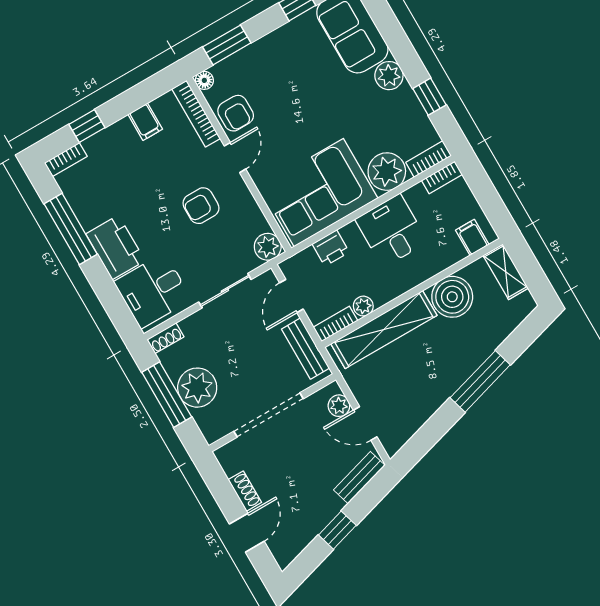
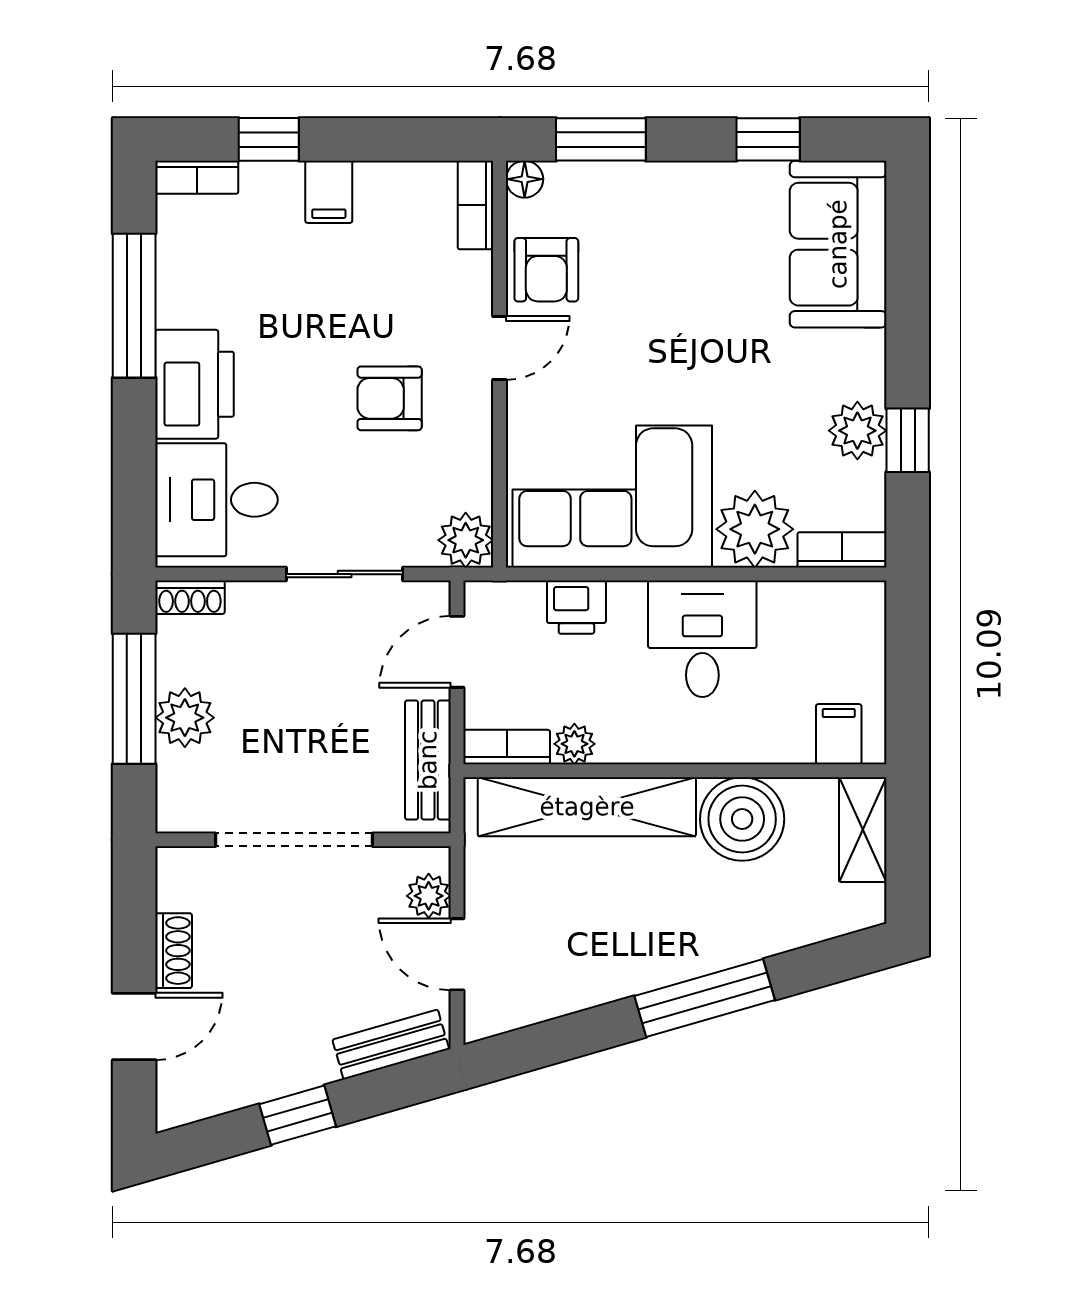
plant: (389, 76) -> (857, 431), moved
bookcase: (196, 114) -> (476, 205), width x0.64
filing cabinet: (145, 122) -> (329, 192), moved
bookcase: (442, 177) -> (847, 596), removed
plant: (197, 388) -> (185, 718), width x0.73, depth x0.73

